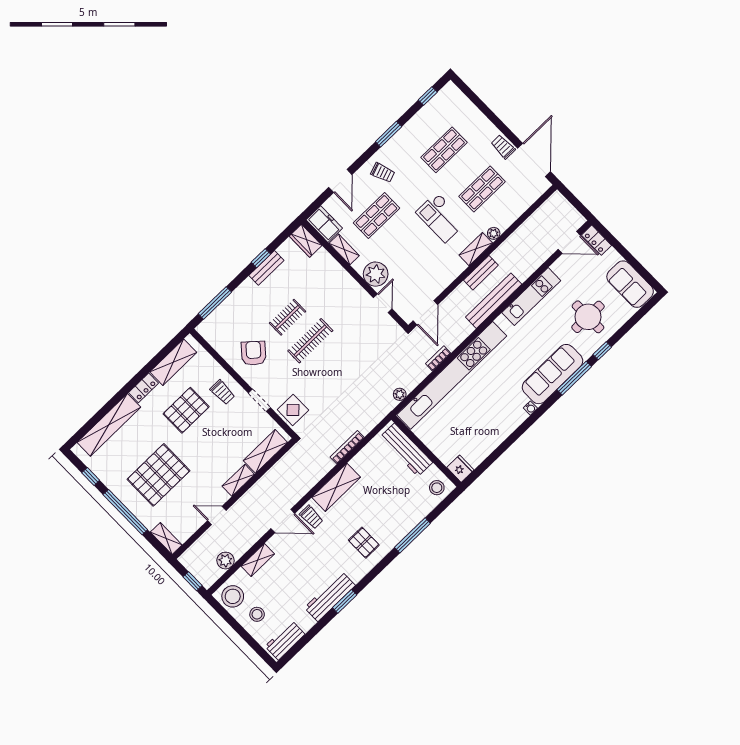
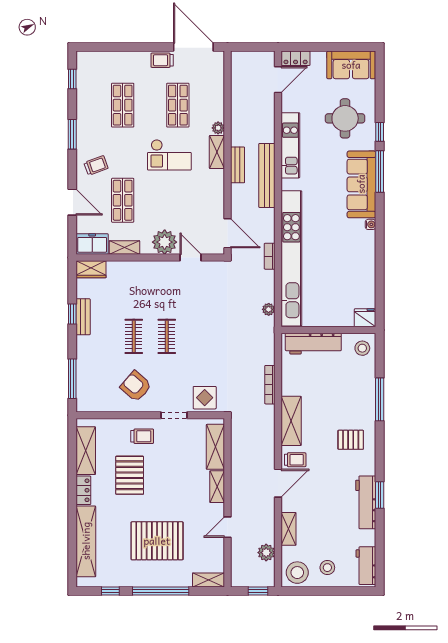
clothes rail: (310, 341) -> (167, 336), width x0.73
pallet: (158, 475) -> (157, 541), turned 90

